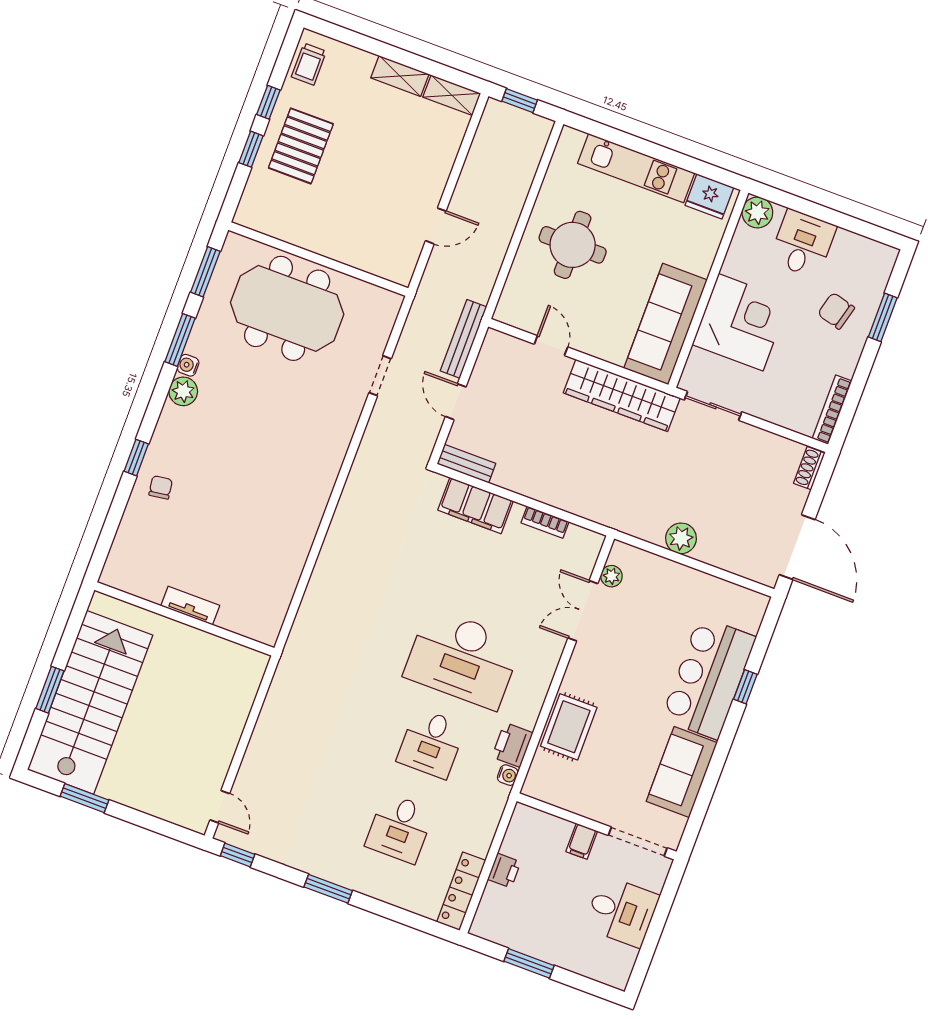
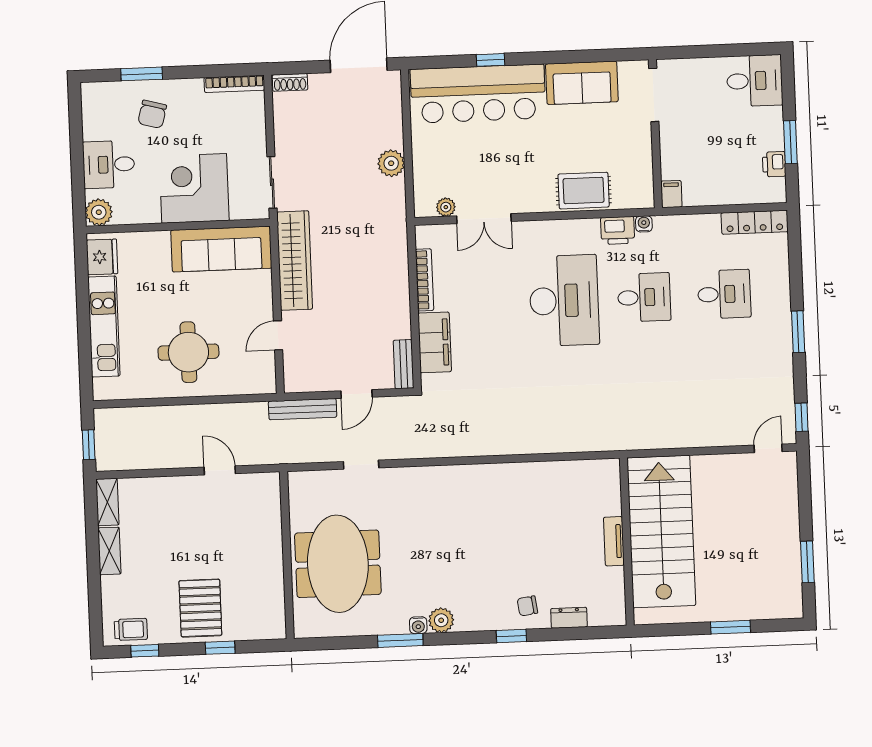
window: (268, 102) -> (145, 651), moved
pallet: (301, 146) -> (200, 608), turned 90
window: (205, 272) -> (336, 643), removed
bookcase: (545, 522) -> (424, 280), width x1.56
dresser: (130, 526) -> (569, 618), added
bar counter: (709, 678) -> (478, 94), width x1.36
stairs: (90, 702) -> (661, 532), moved, turned 90
filing cabinet: (582, 841) -> (671, 194), moved, turned -90
printer: (504, 871) -> (774, 164), moved, turned -90
desk: (622, 911) -> (755, 81), moved, turned 90

